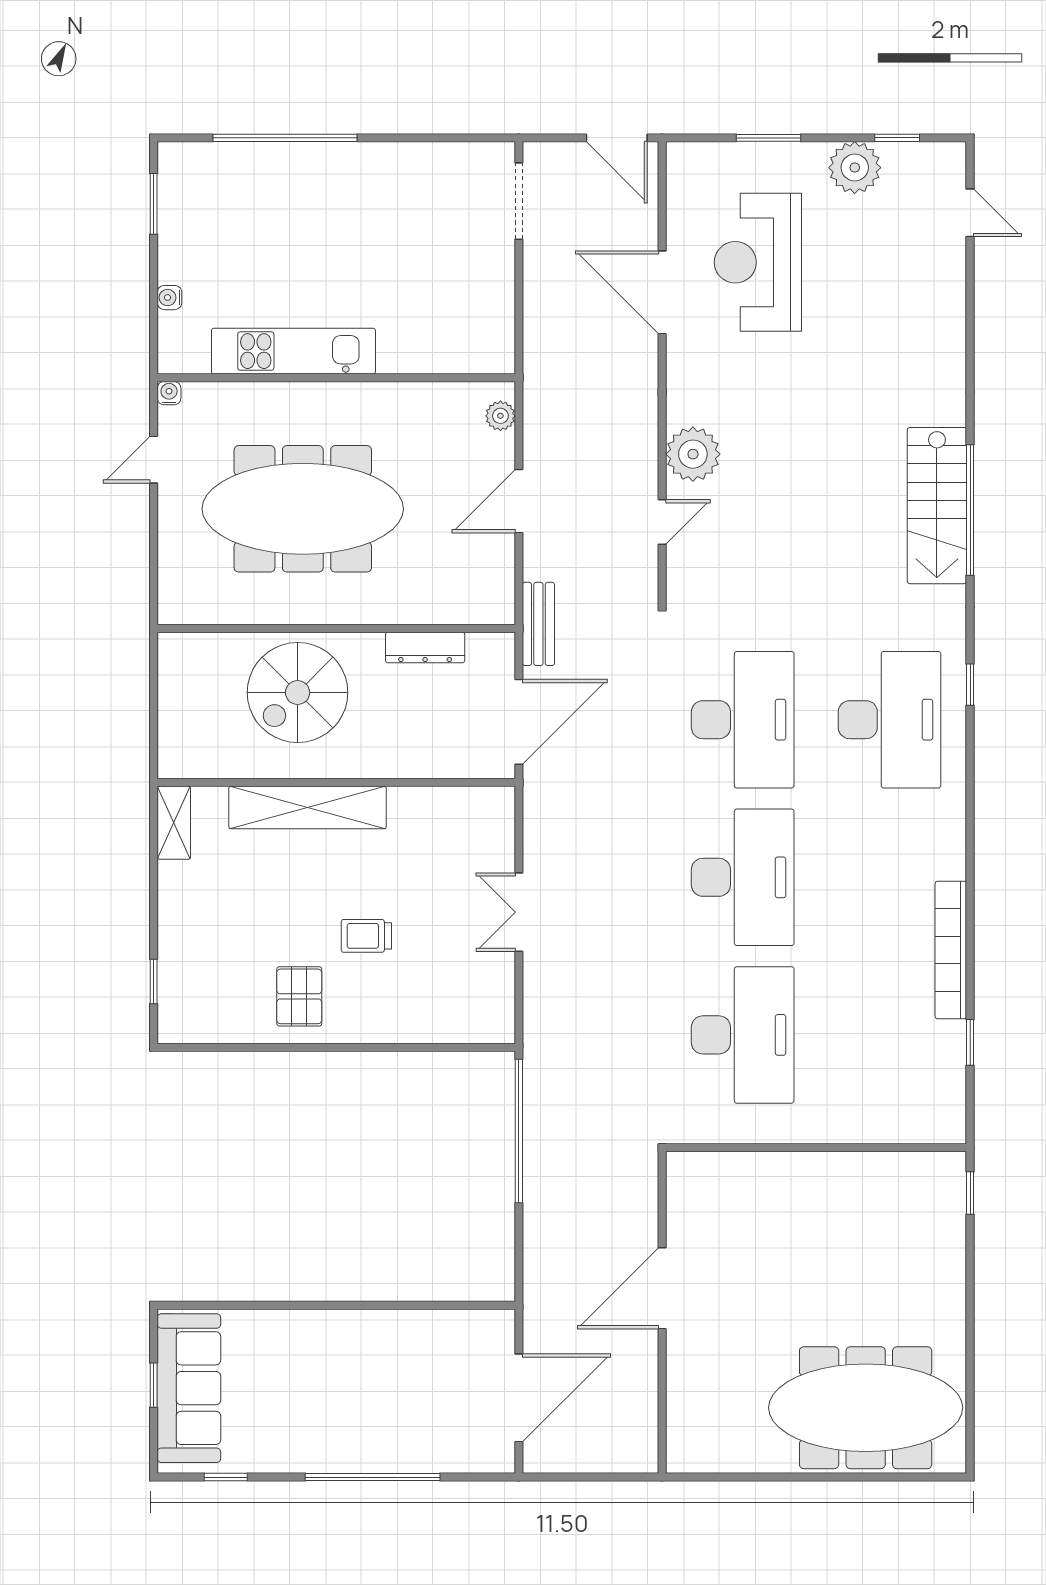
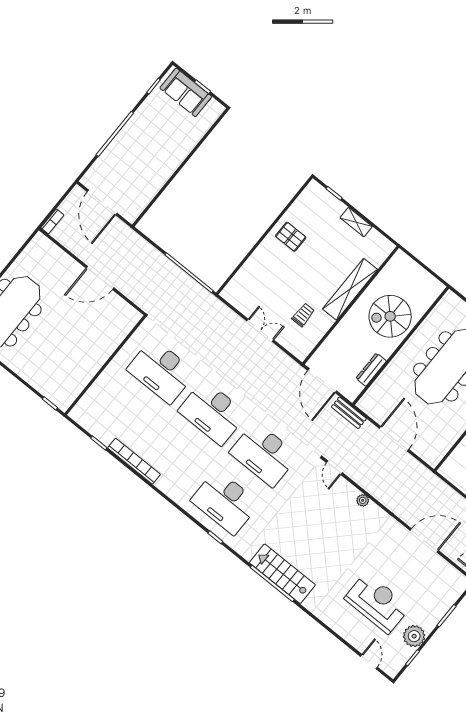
door: (970, 213) -> (369, 662), swing flipped
reception desk: (758, 262) -> (377, 603), moved
plant: (500, 416) -> (427, 455), removed
plant: (693, 454) -> (363, 500), width x0.53, depth x0.53
door: (519, 501) -> (394, 439), width x1.36
door: (662, 522) -> (334, 468), moved
spiral stairs: (298, 693) -> (390, 316), turned -90
shelving: (174, 823) -> (356, 222), moved
trolley: (366, 936) -> (303, 315), moved
door: (662, 1288) -> (100, 278), swing flipped
sofa: (189, 1388) -> (186, 92), width x0.73
bookcase: (629, 1462) -> (52, 221), added

